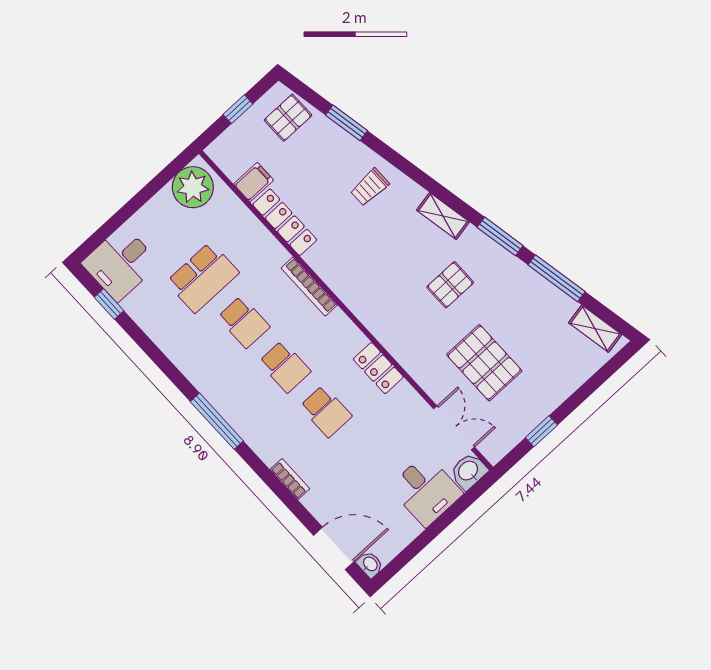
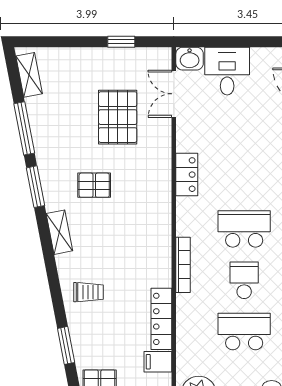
school desk: (285, 367) -> (244, 229), width x1.85
school desk: (326, 411) -> (244, 178), removed

